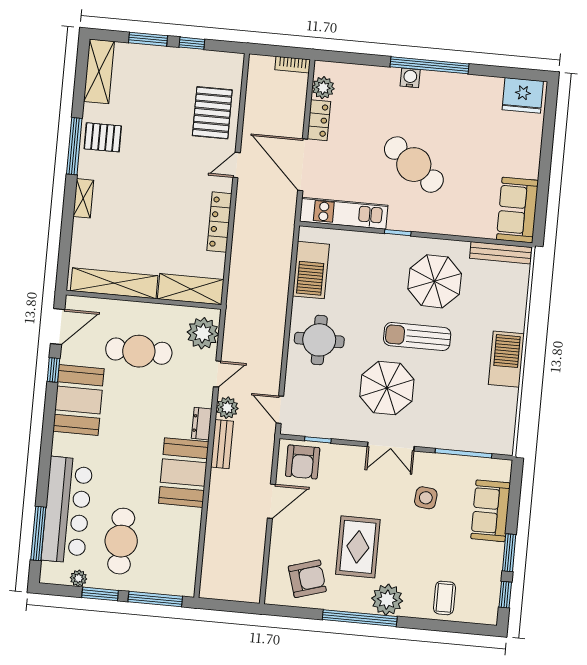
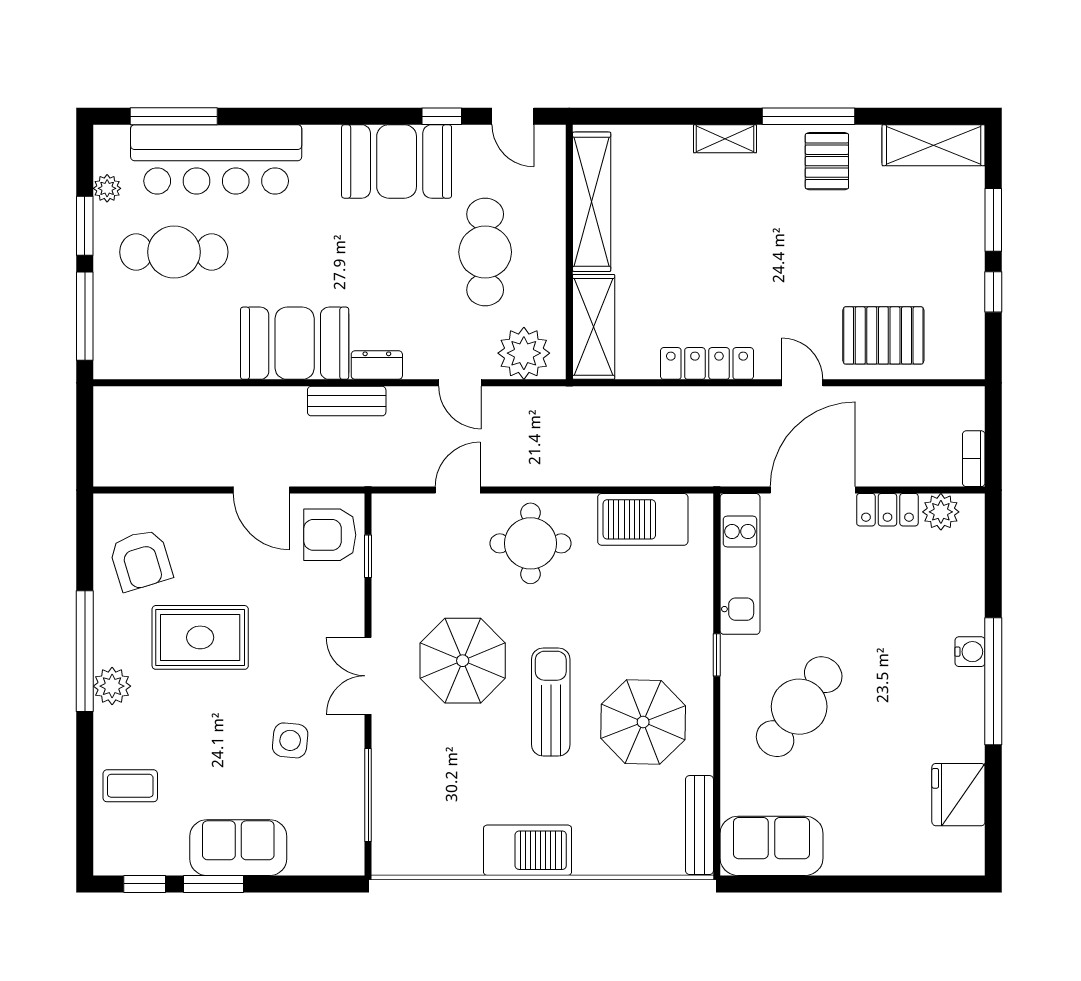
fridge: (523, 95) -> (958, 795), moved
cafe table: (414, 165) -> (799, 707), moved
door: (58, 326) -> (513, 116), width x0.73
plant: (227, 408) -> (407, 404), removed
door: (280, 410) -> (458, 490), moved
sofa: (491, 511) -> (238, 848), moved
plant: (387, 600) -> (112, 686), width x0.73, depth x0.73

